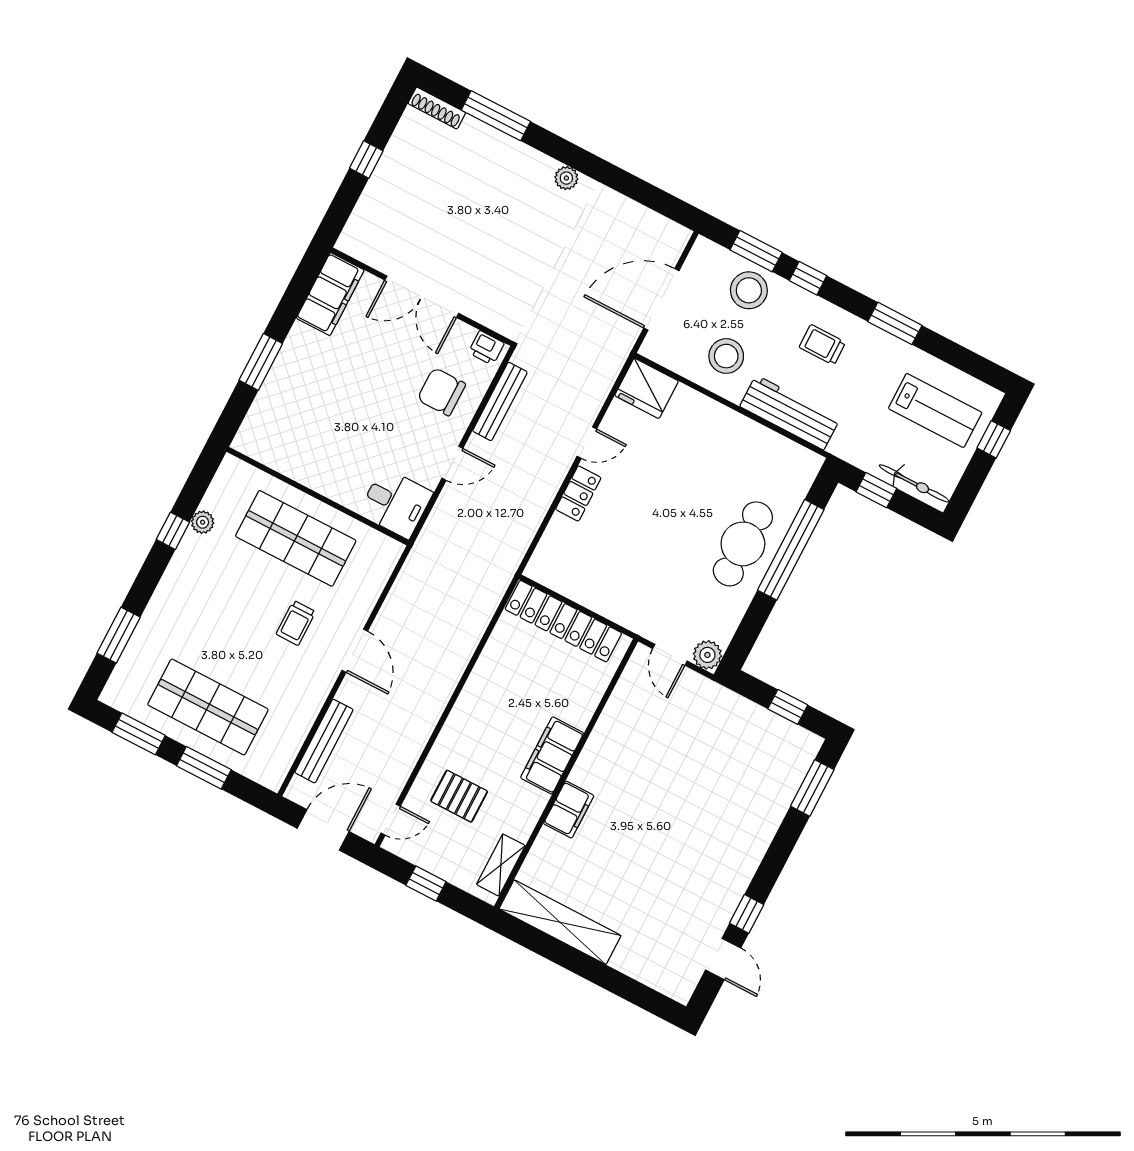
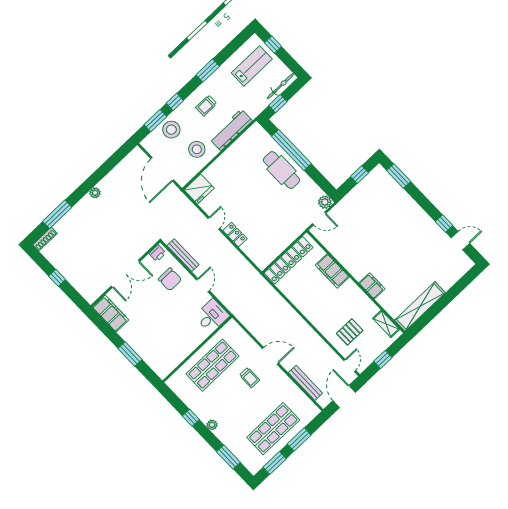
chair: (441, 392) -> (170, 279), turned -90
plant: (203, 522) -> (212, 425), moved
filing cabinet: (552, 755) -> (332, 271), moved

